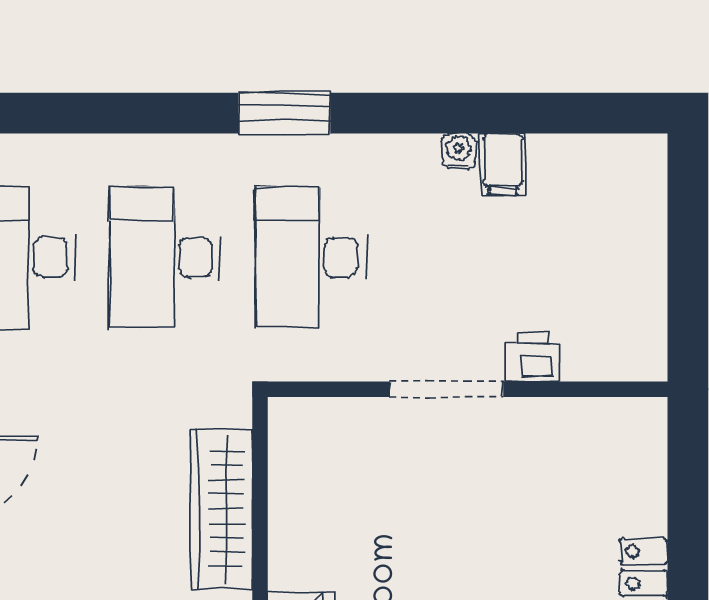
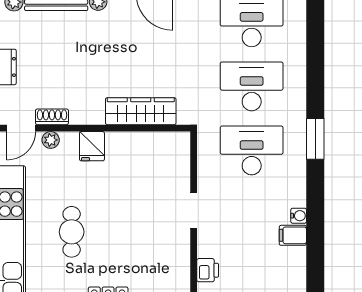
printer: (533, 357) -> (208, 270), moved
doorway: (447, 389) -> (194, 210), width x0.73

